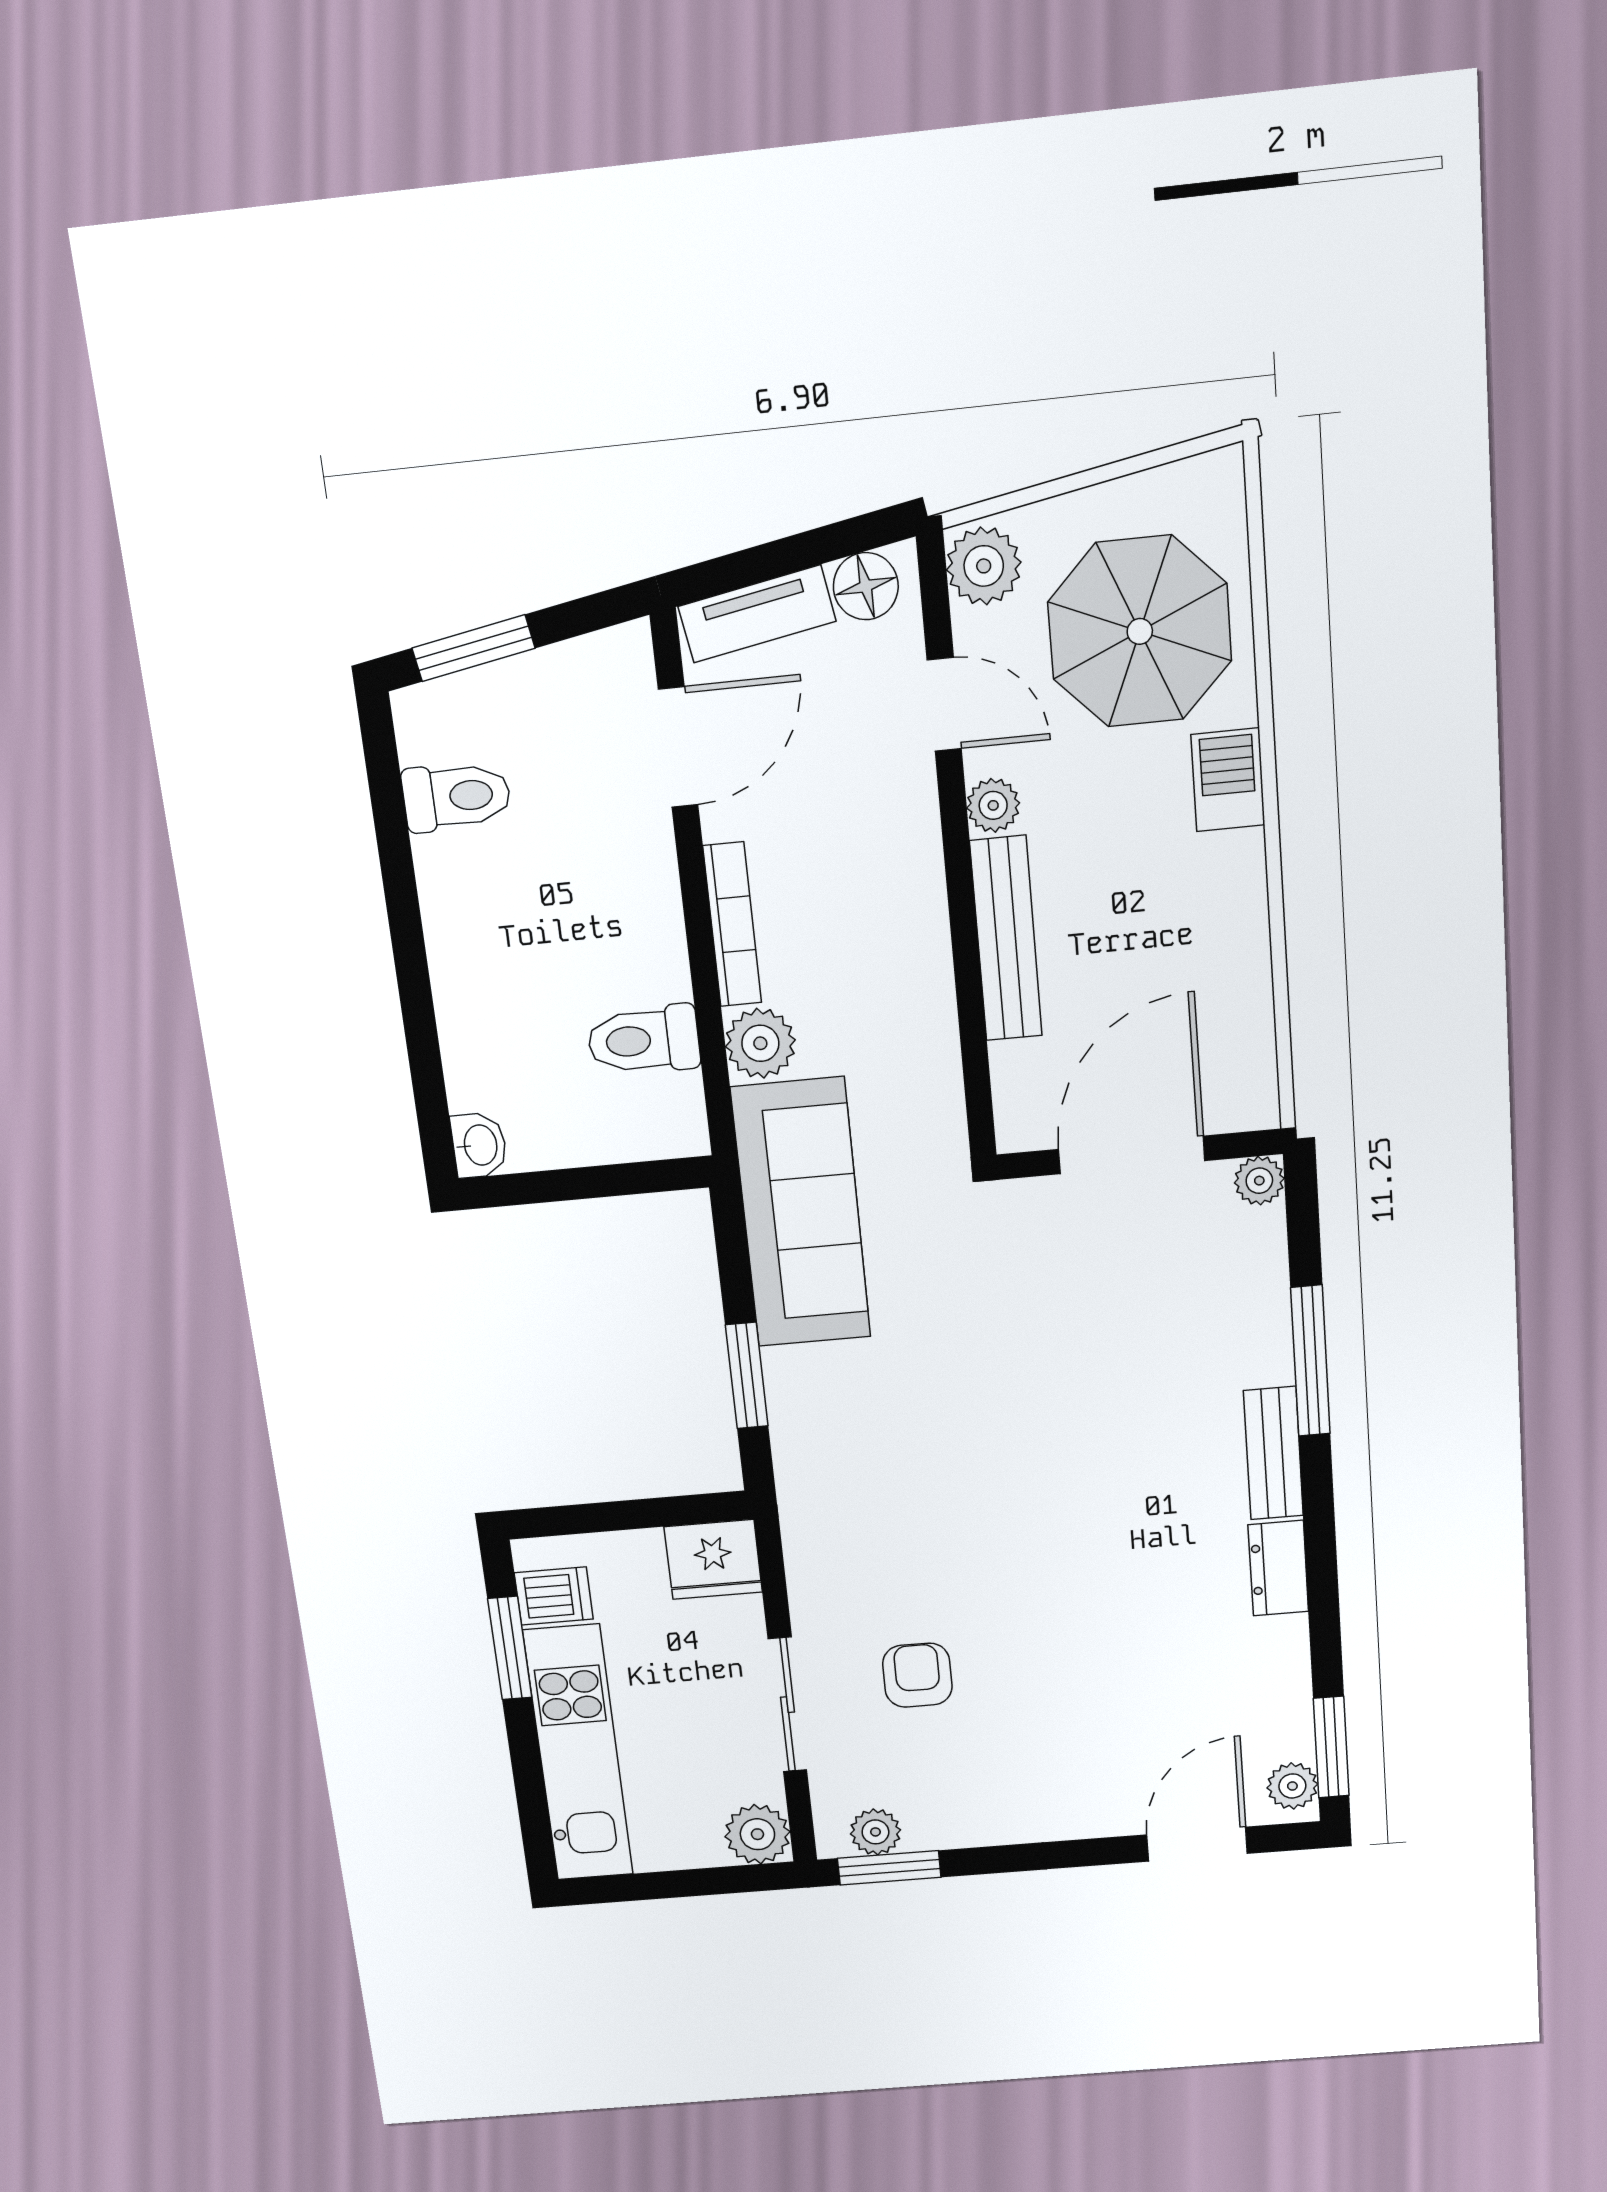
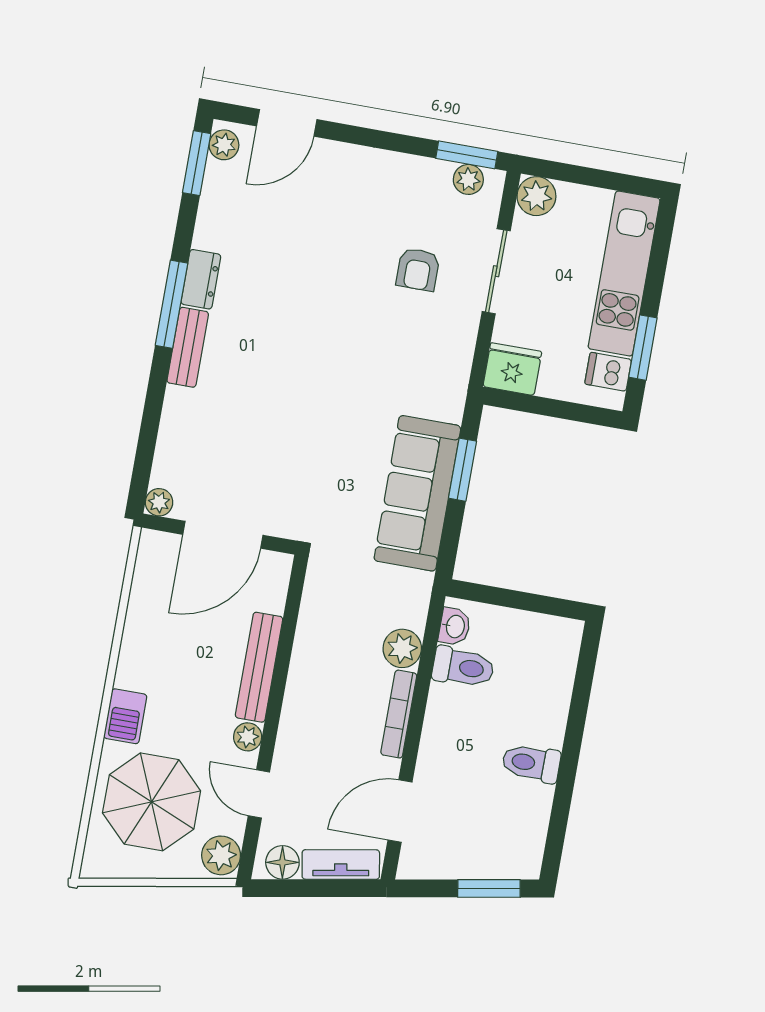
toilet: (457, 797) -> (531, 763), moved
washbasin: (479, 1145) -> (455, 626), moved, turned 180
sofa: (801, 1213) -> (417, 493), moved
window: (1310, 1361) -> (171, 304), moved

